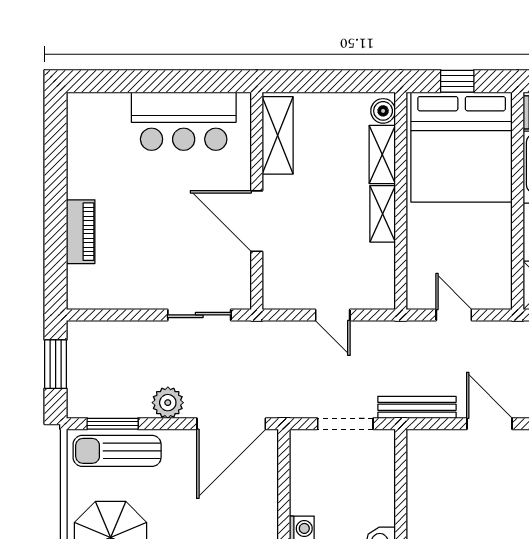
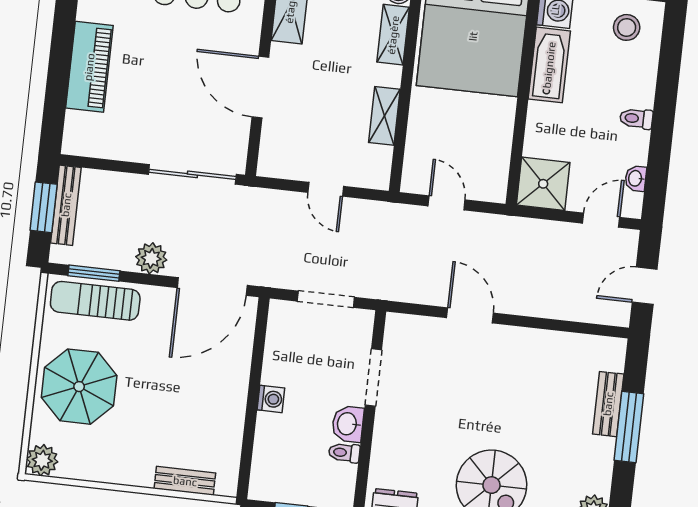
shelving: (383, 214) -> (384, 116), moved
piano: (81, 232) -> (89, 67), width x1.37, depth x1.33
sliding door: (199, 315) -> (192, 174), width x1.37
bench: (417, 407) -> (66, 205), moved, turned 90
doorway: (401, 496) -> (373, 378), added

